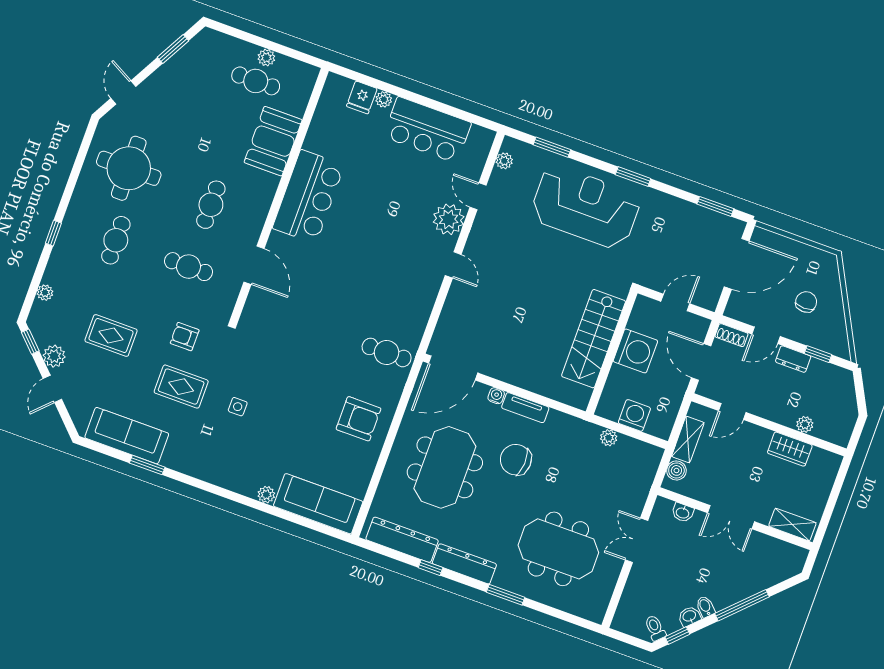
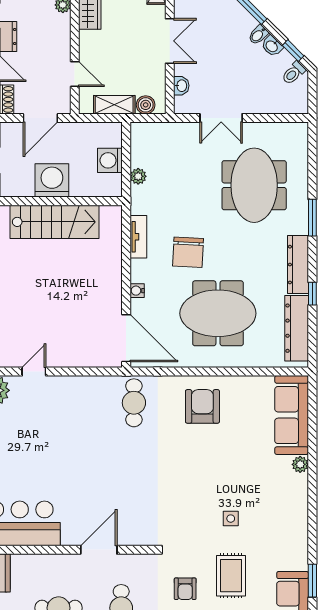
tv unit: (525, 408) -> (138, 237), moved

